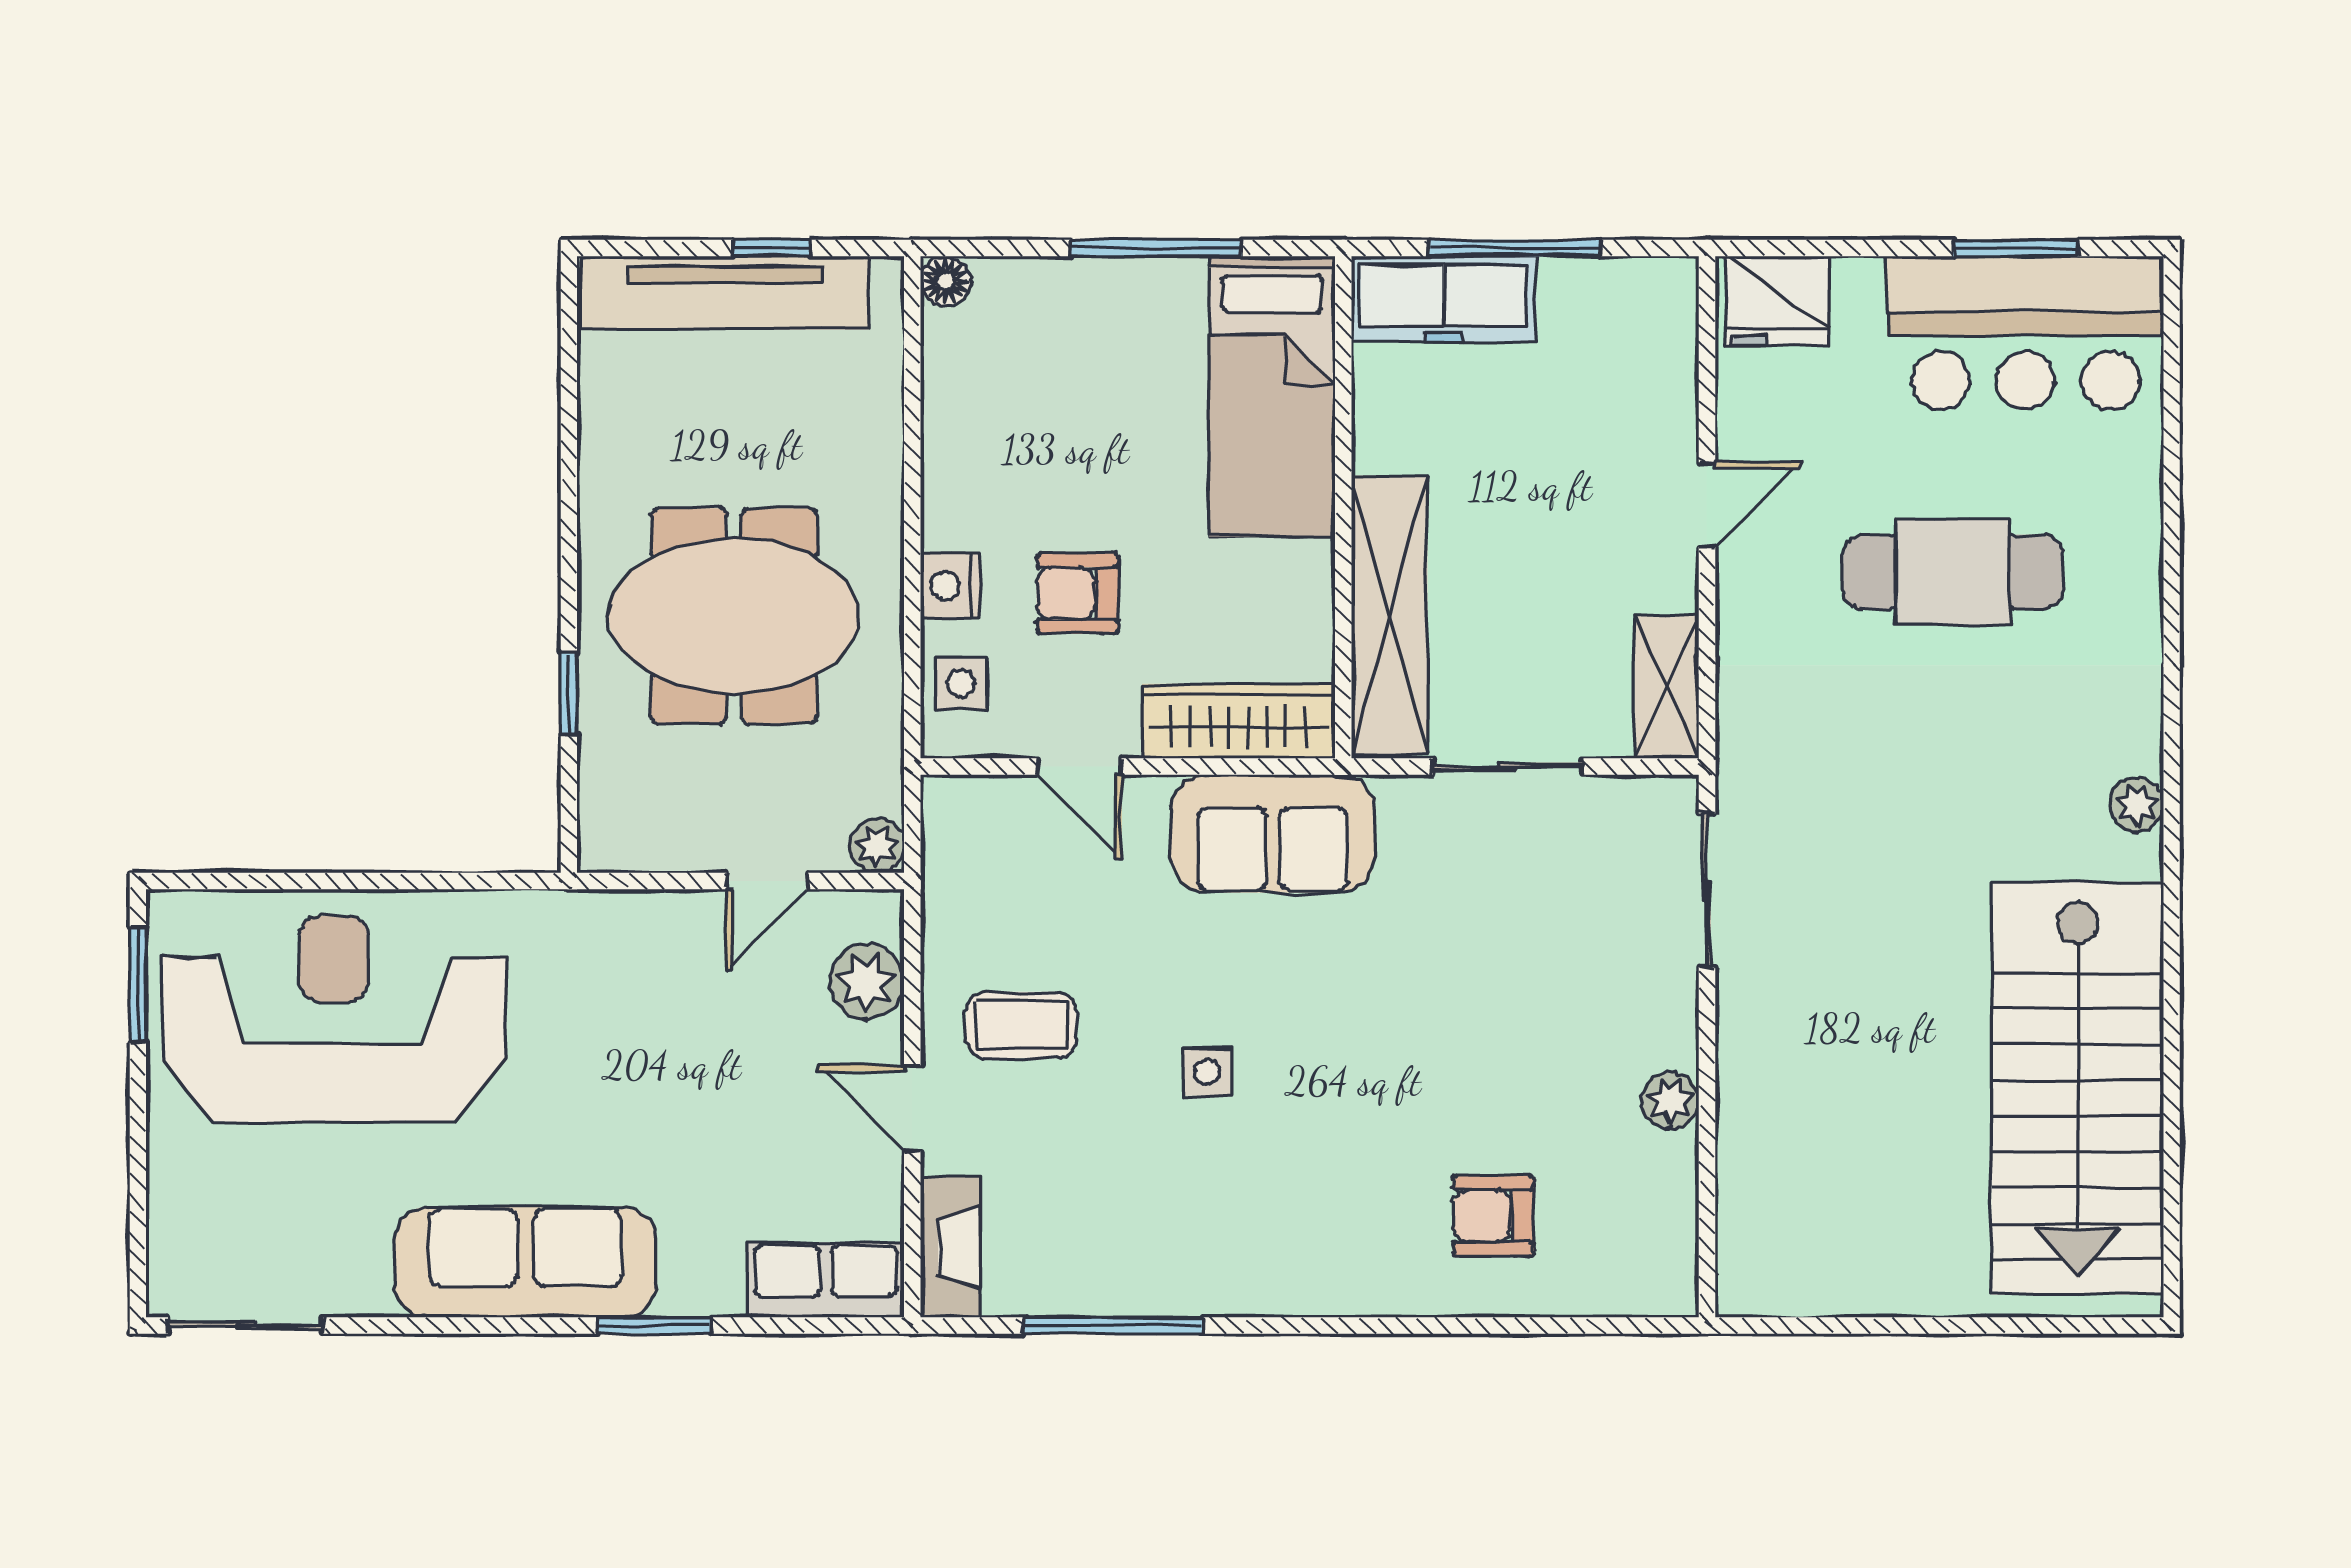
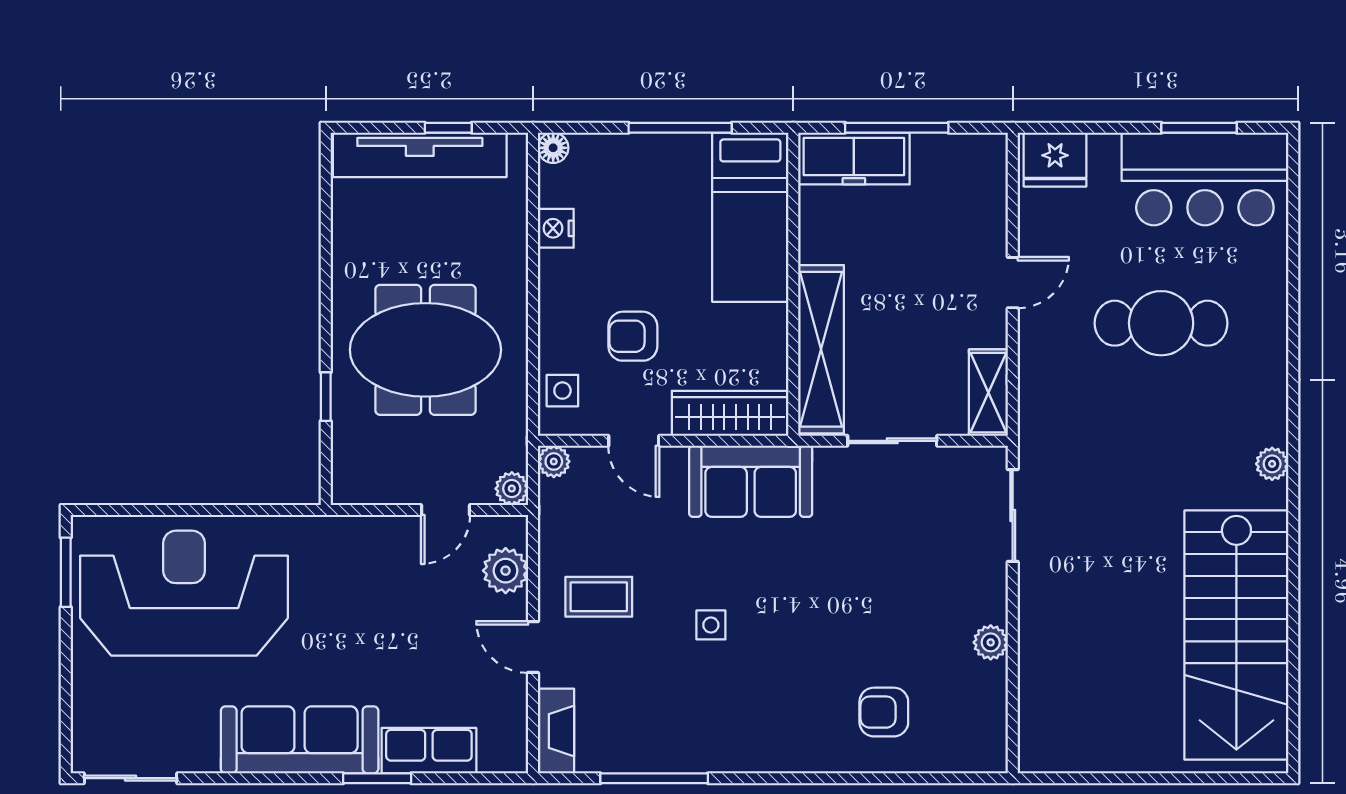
nightstand: (950, 585) -> (556, 228), moved
plant: (947, 801) -> (554, 461), added
row of seats: (826, 1280) -> (429, 751), moved

